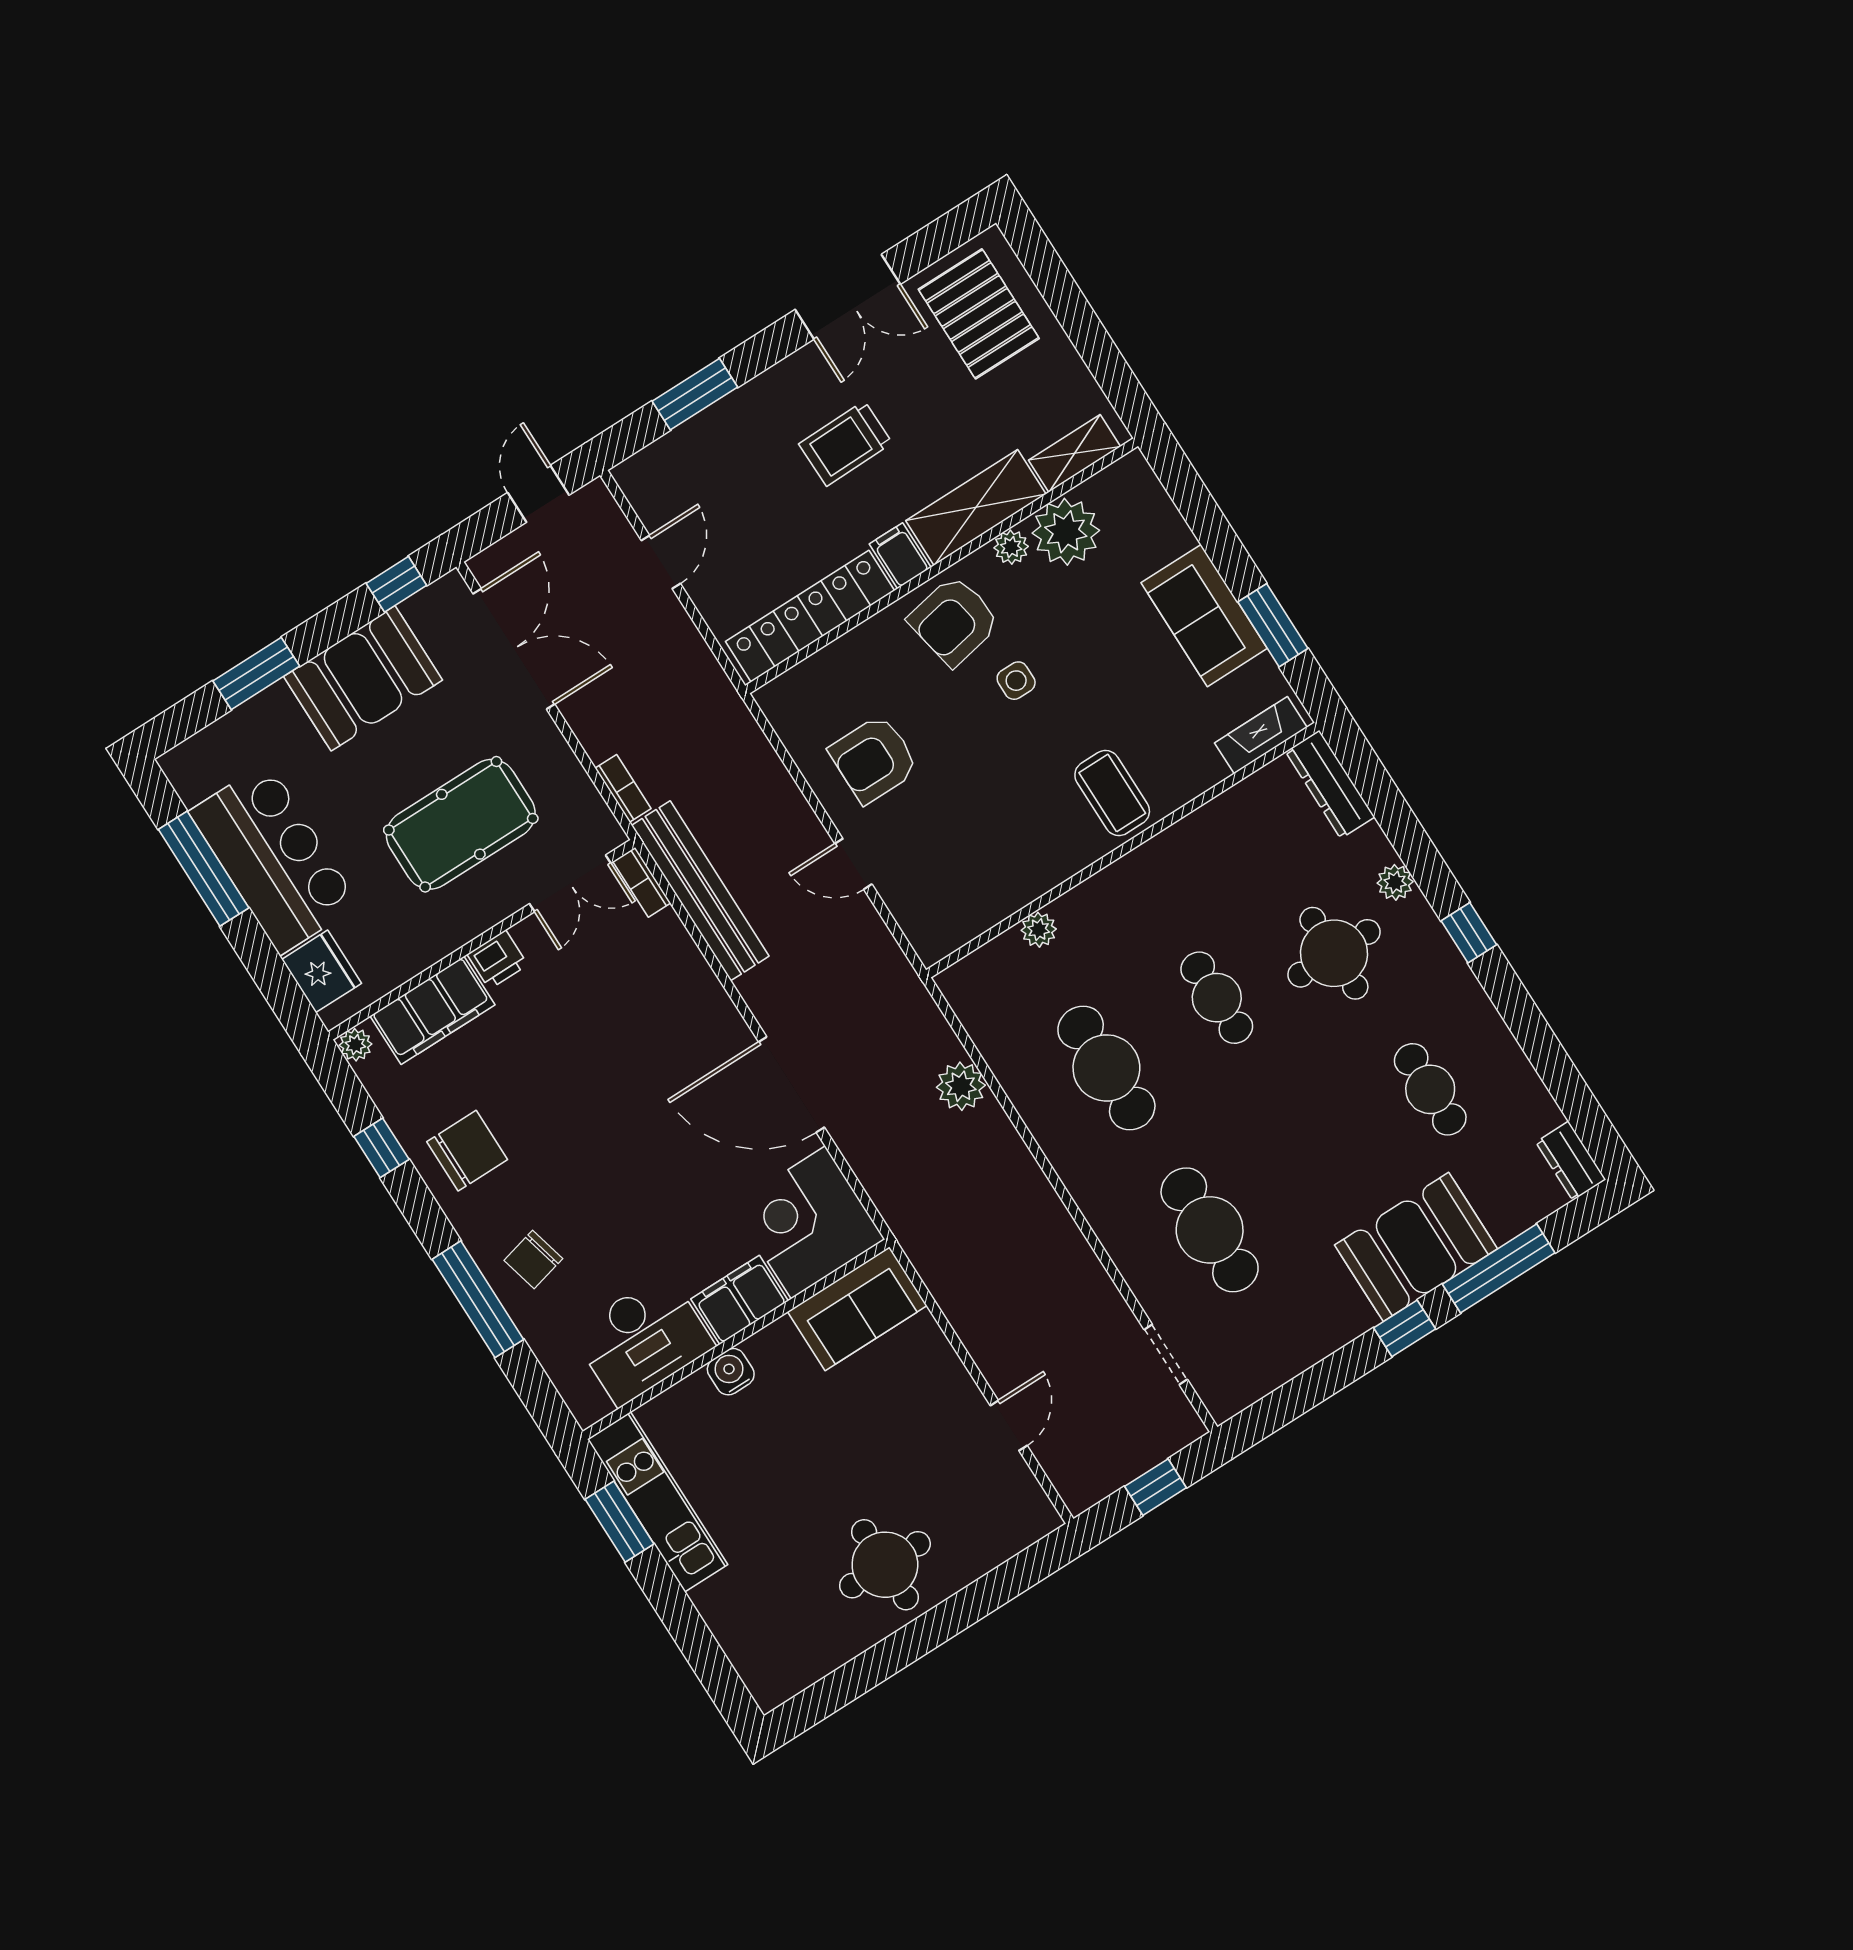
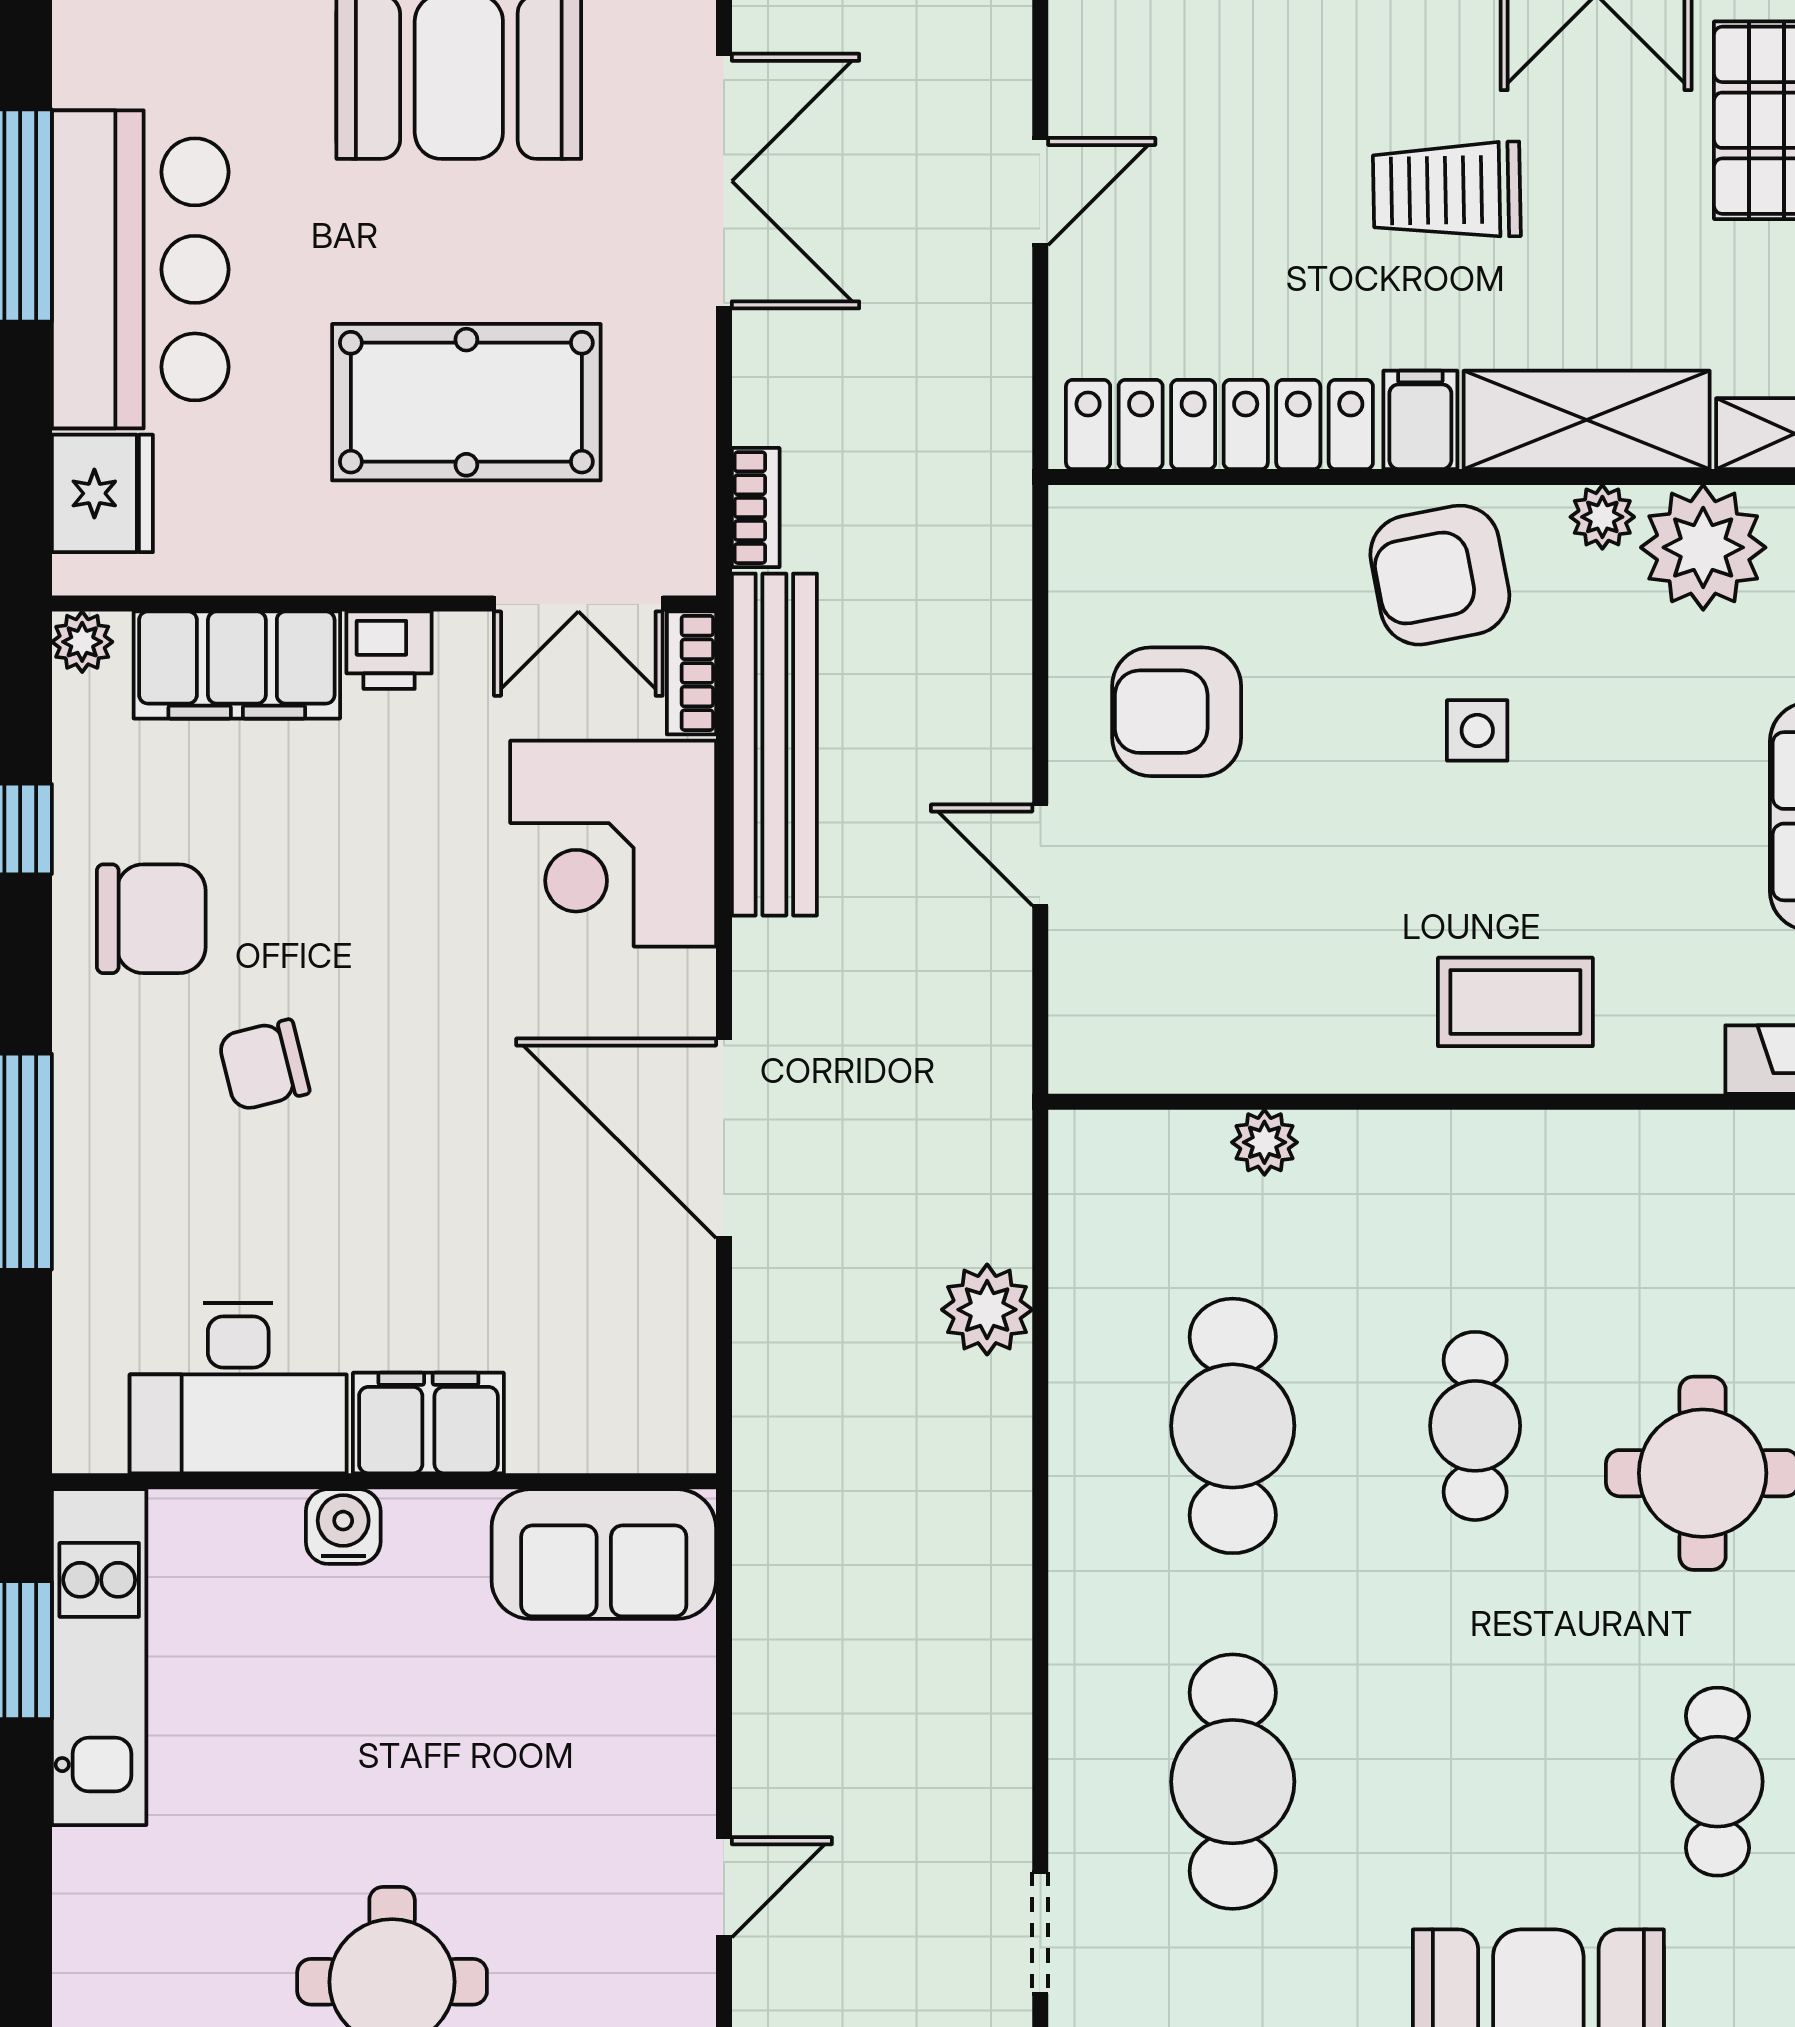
coffee table: (1112, 793) -> (1515, 1002), turned 90
corner desk: (808, 1222) -> (613, 844), moved, turned -90
chair: (533, 1260) -> (264, 1065), moved

